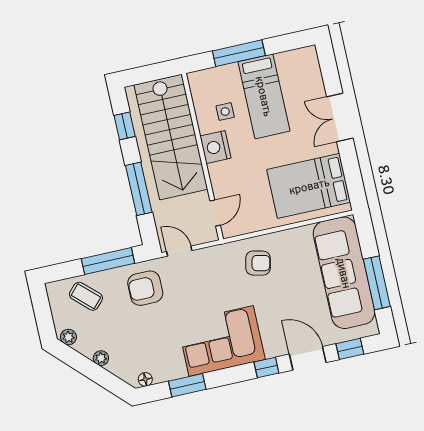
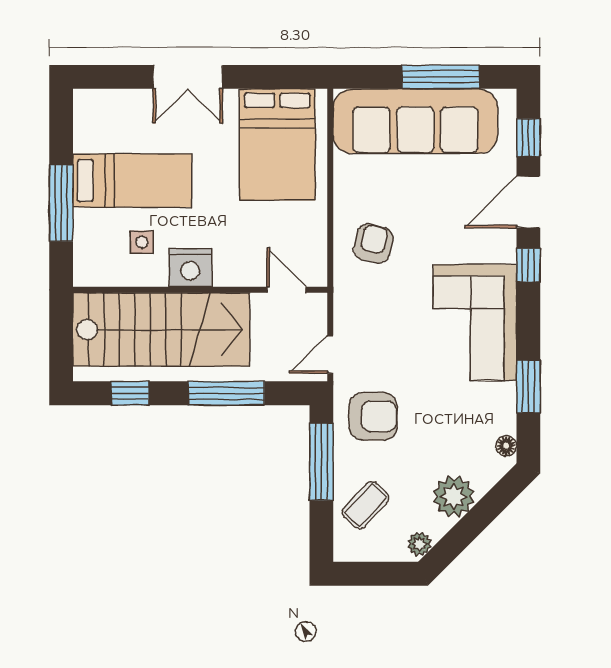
armchair: (145, 288) -> (373, 416), turned -90
plant: (101, 358) -> (454, 497), width x1.88, depth x1.88

